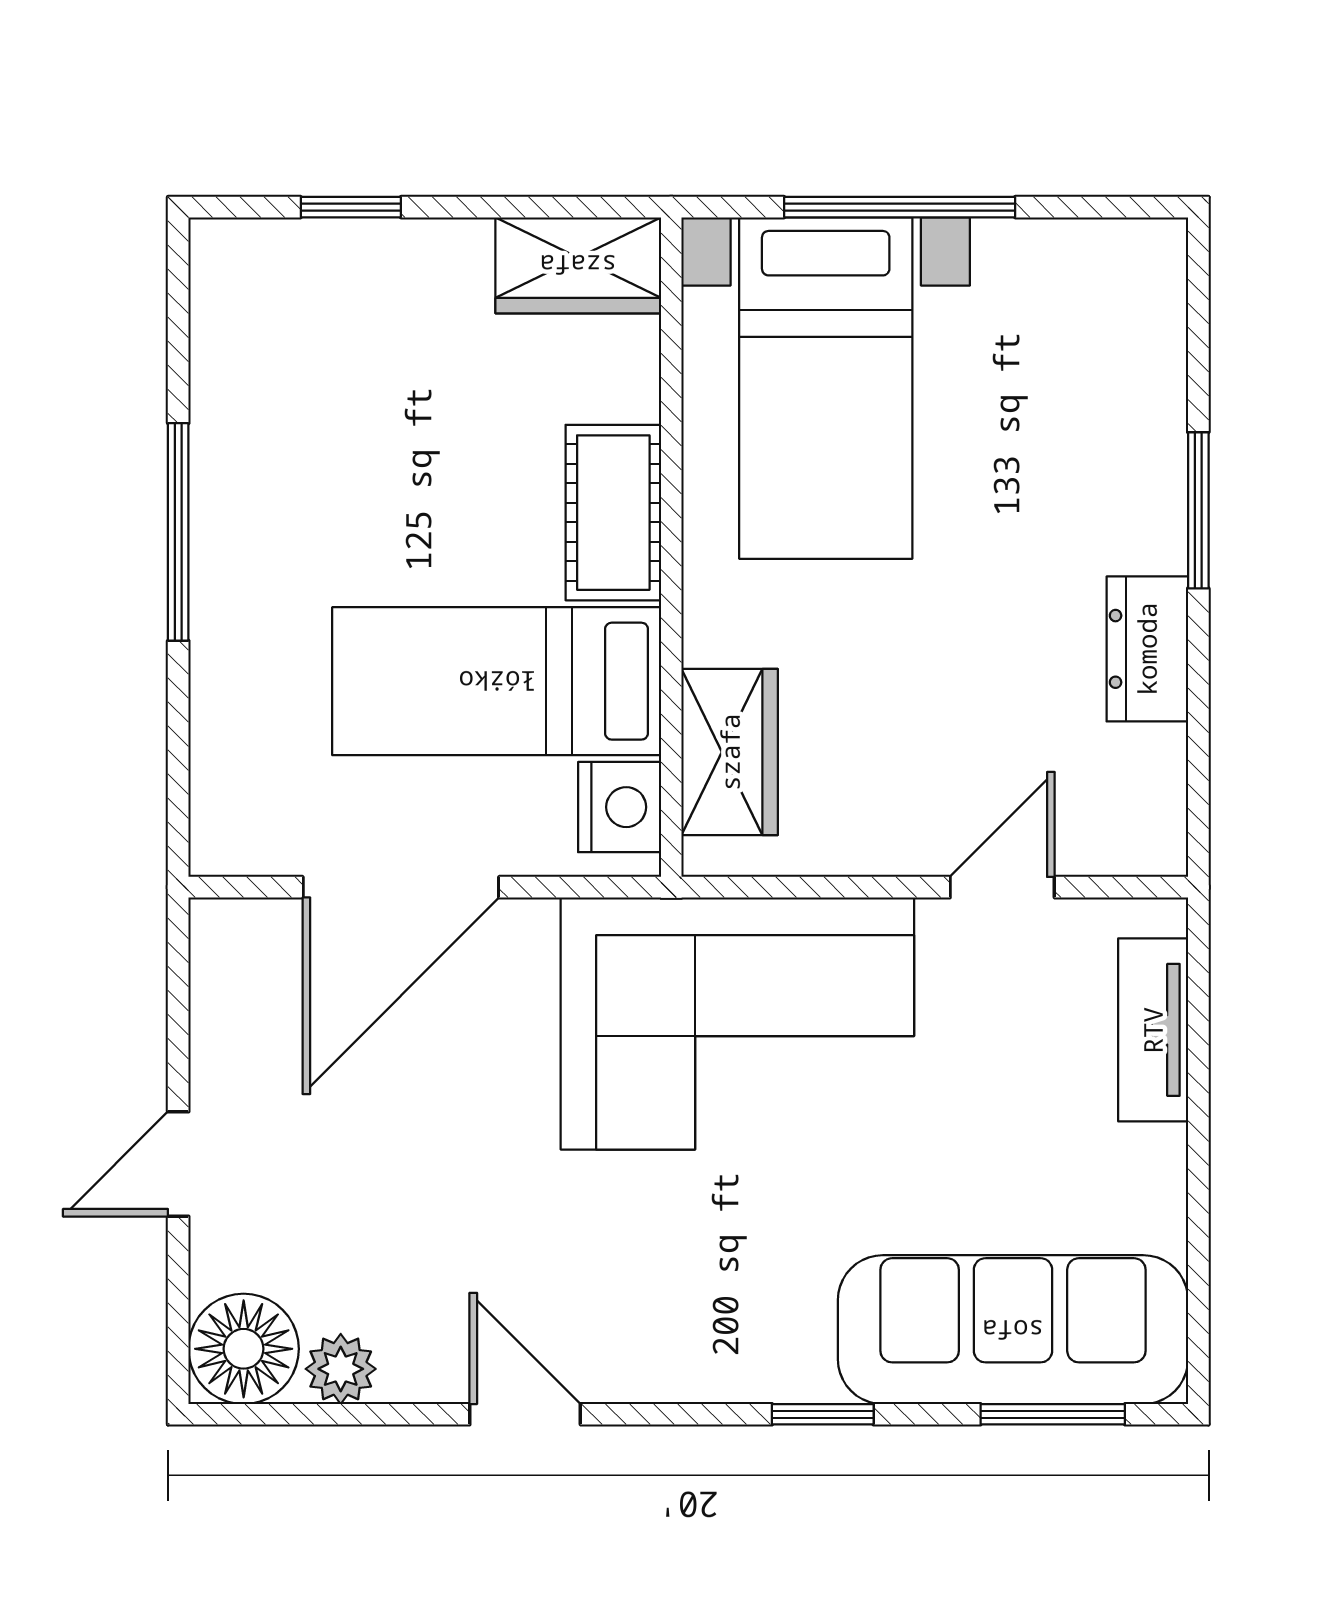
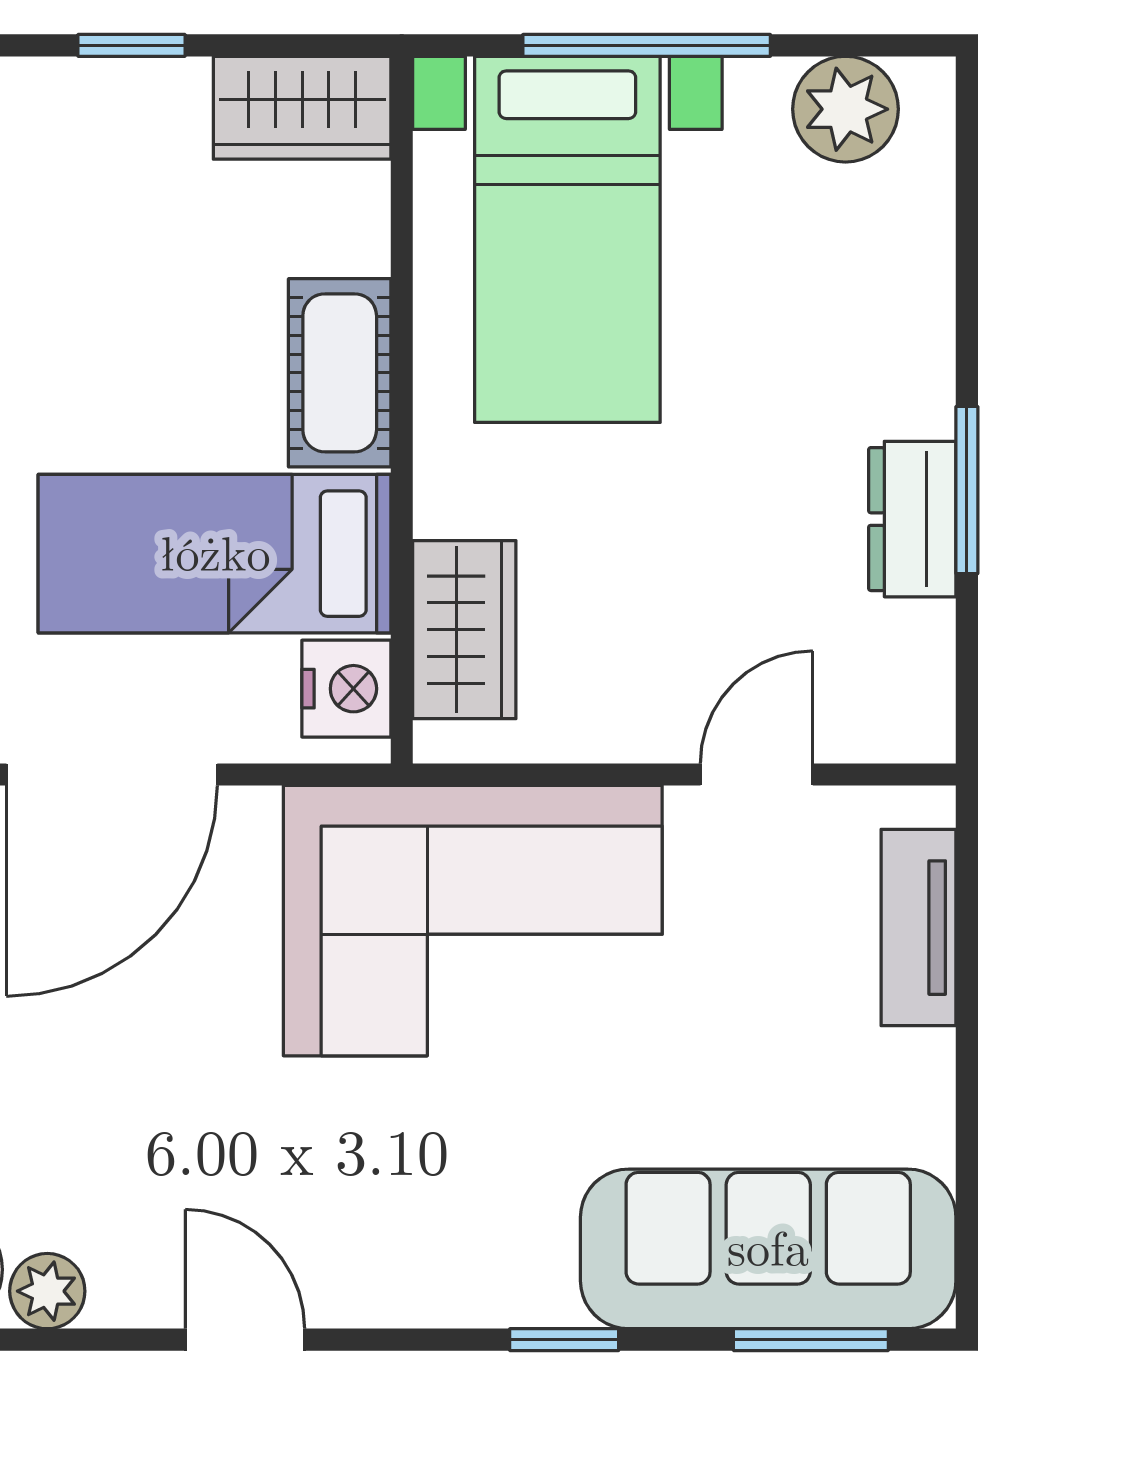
window: (351, 207) -> (132, 45), moved
plant: (1085, 267) -> (845, 109), added
window: (1198, 510) -> (967, 490), moved

